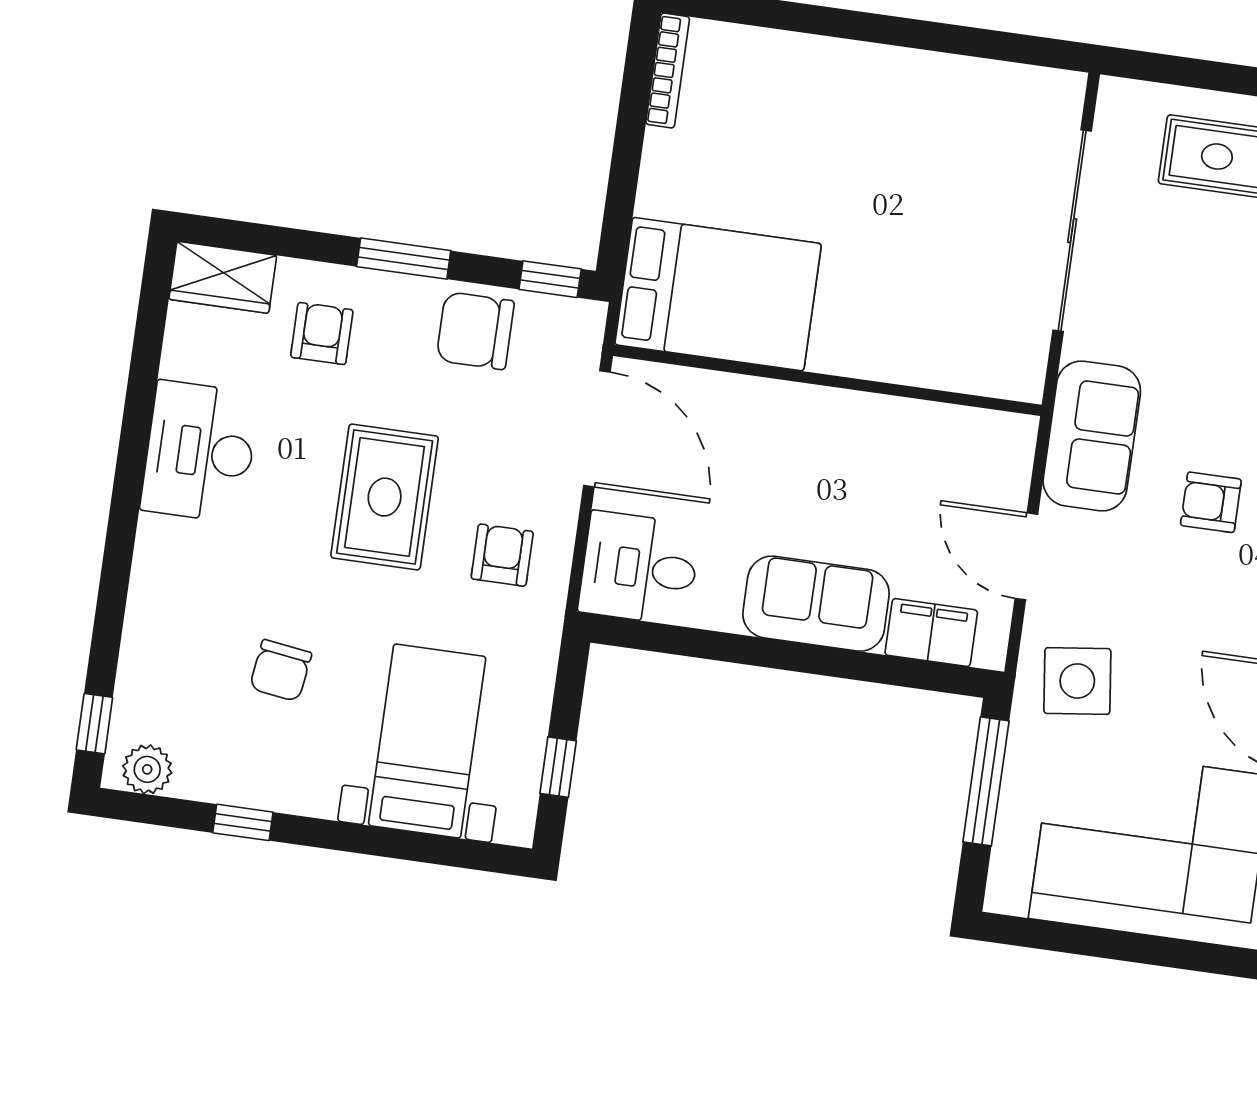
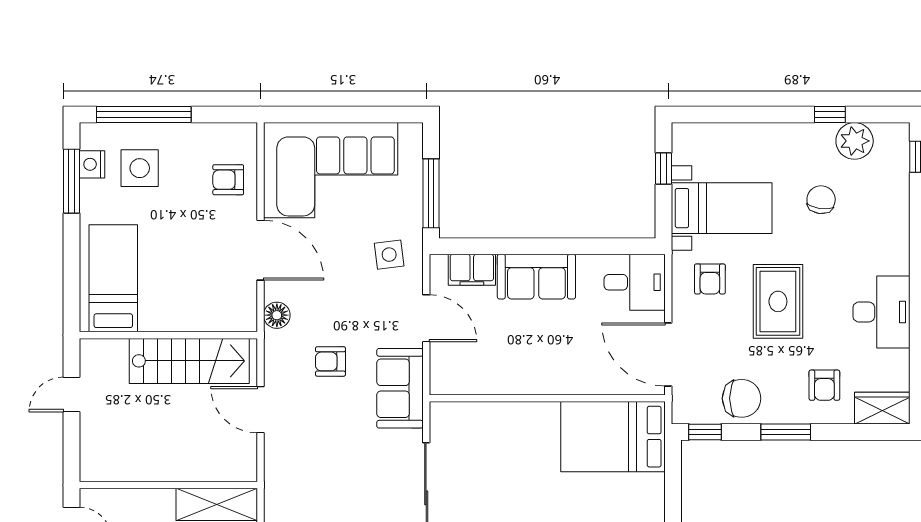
armchair: (1211, 502) -> (330, 361), turned 180
side table: (1077, 681) -> (389, 255), width x0.73, depth x0.73
bed with nightstands: (427, 741) -> (722, 208), moved, turned -90
plant: (147, 769) -> (855, 141), moved, width x1.36, depth x1.36

